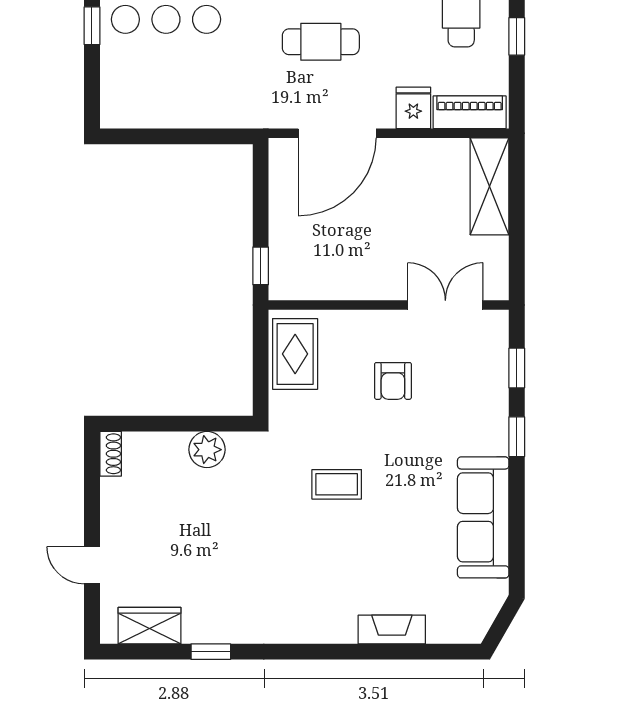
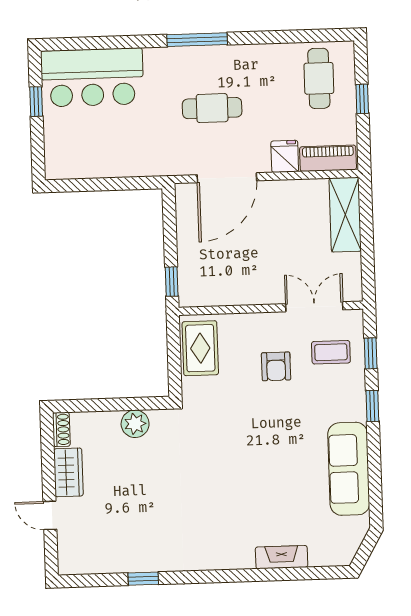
coffee table: (337, 484) -> (331, 352), moved
wardrobe: (149, 626) -> (68, 472), moved, turned 90

